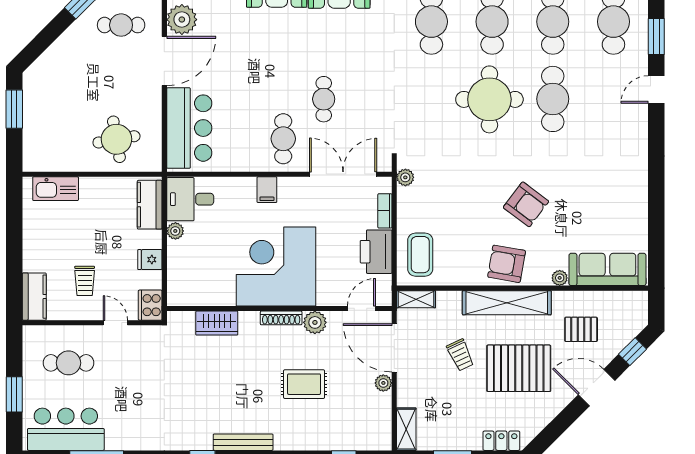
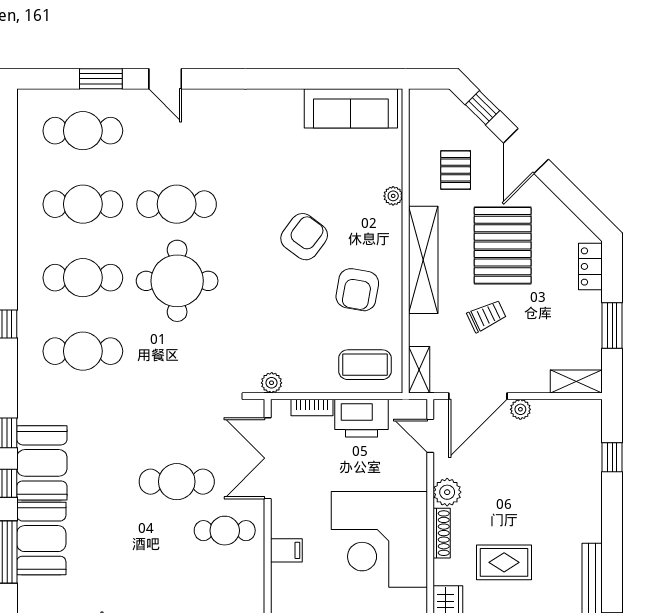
cafe table: (324, 99) -> (177, 482), width x1.37, depth x1.35
armchair: (507, 264) -> (357, 290), moved
sofa: (607, 269) -> (351, 108), moved, turned -90
rug: (304, 384) -> (504, 562), moved, turned 90

